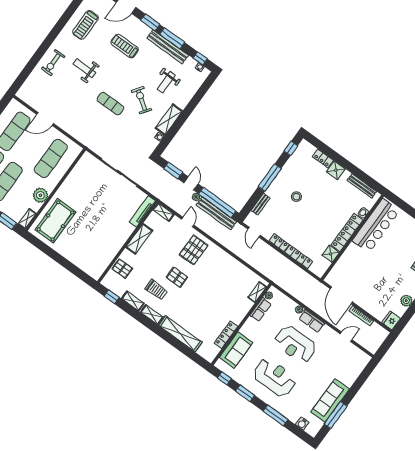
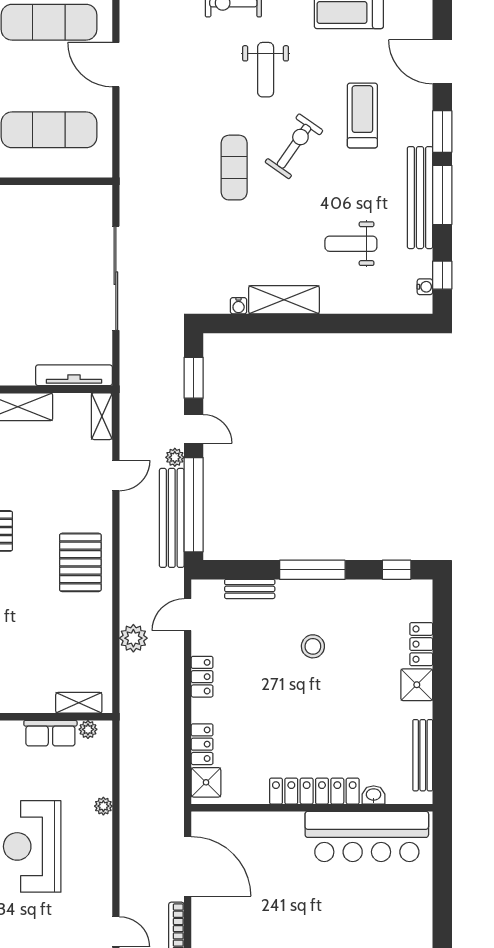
weight bench: (84, 68) -> (266, 70), turned 180
exercise bike: (142, 100) -> (294, 146), moved
door: (191, 183) -> (194, 429), hinge flipped
pallet: (194, 250) -> (80, 562), moved, turned 90
shower: (331, 254) -> (206, 782), moved
plant: (248, 257) -> (133, 638), added
locker: (299, 257) -> (202, 744), width x0.66
door: (341, 295) -> (188, 866), swing flipped
row of seats: (312, 321) -> (99, 846), removed

